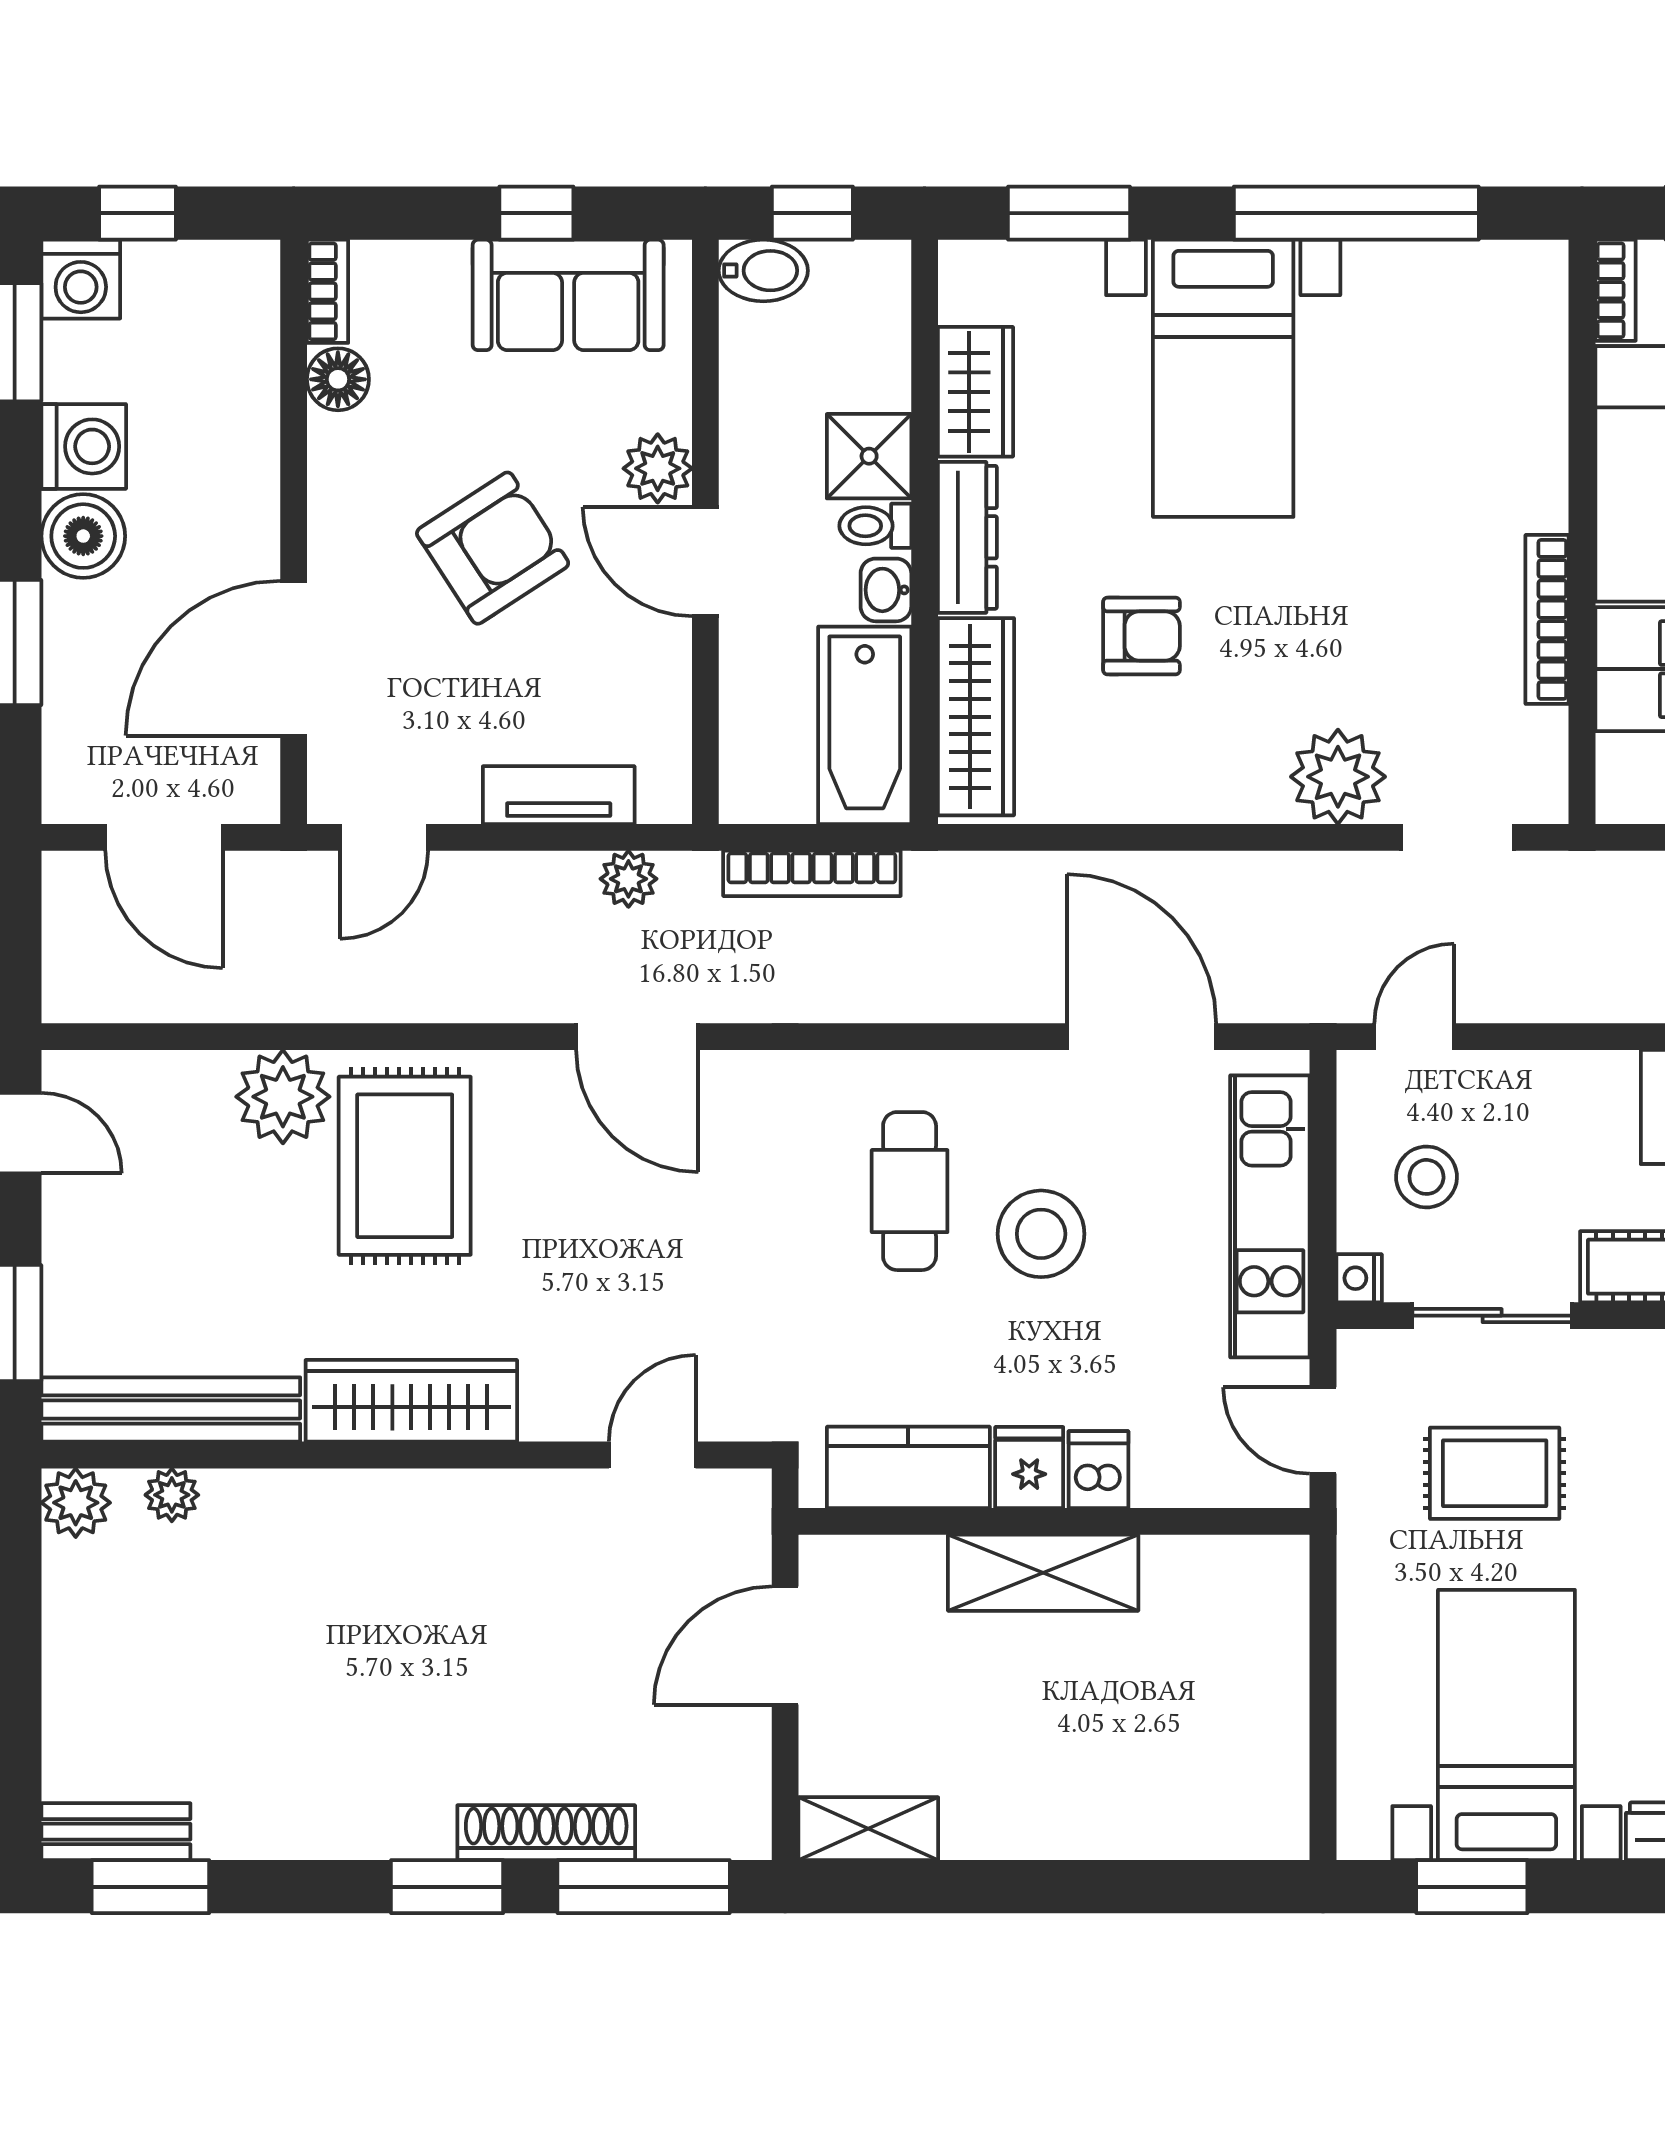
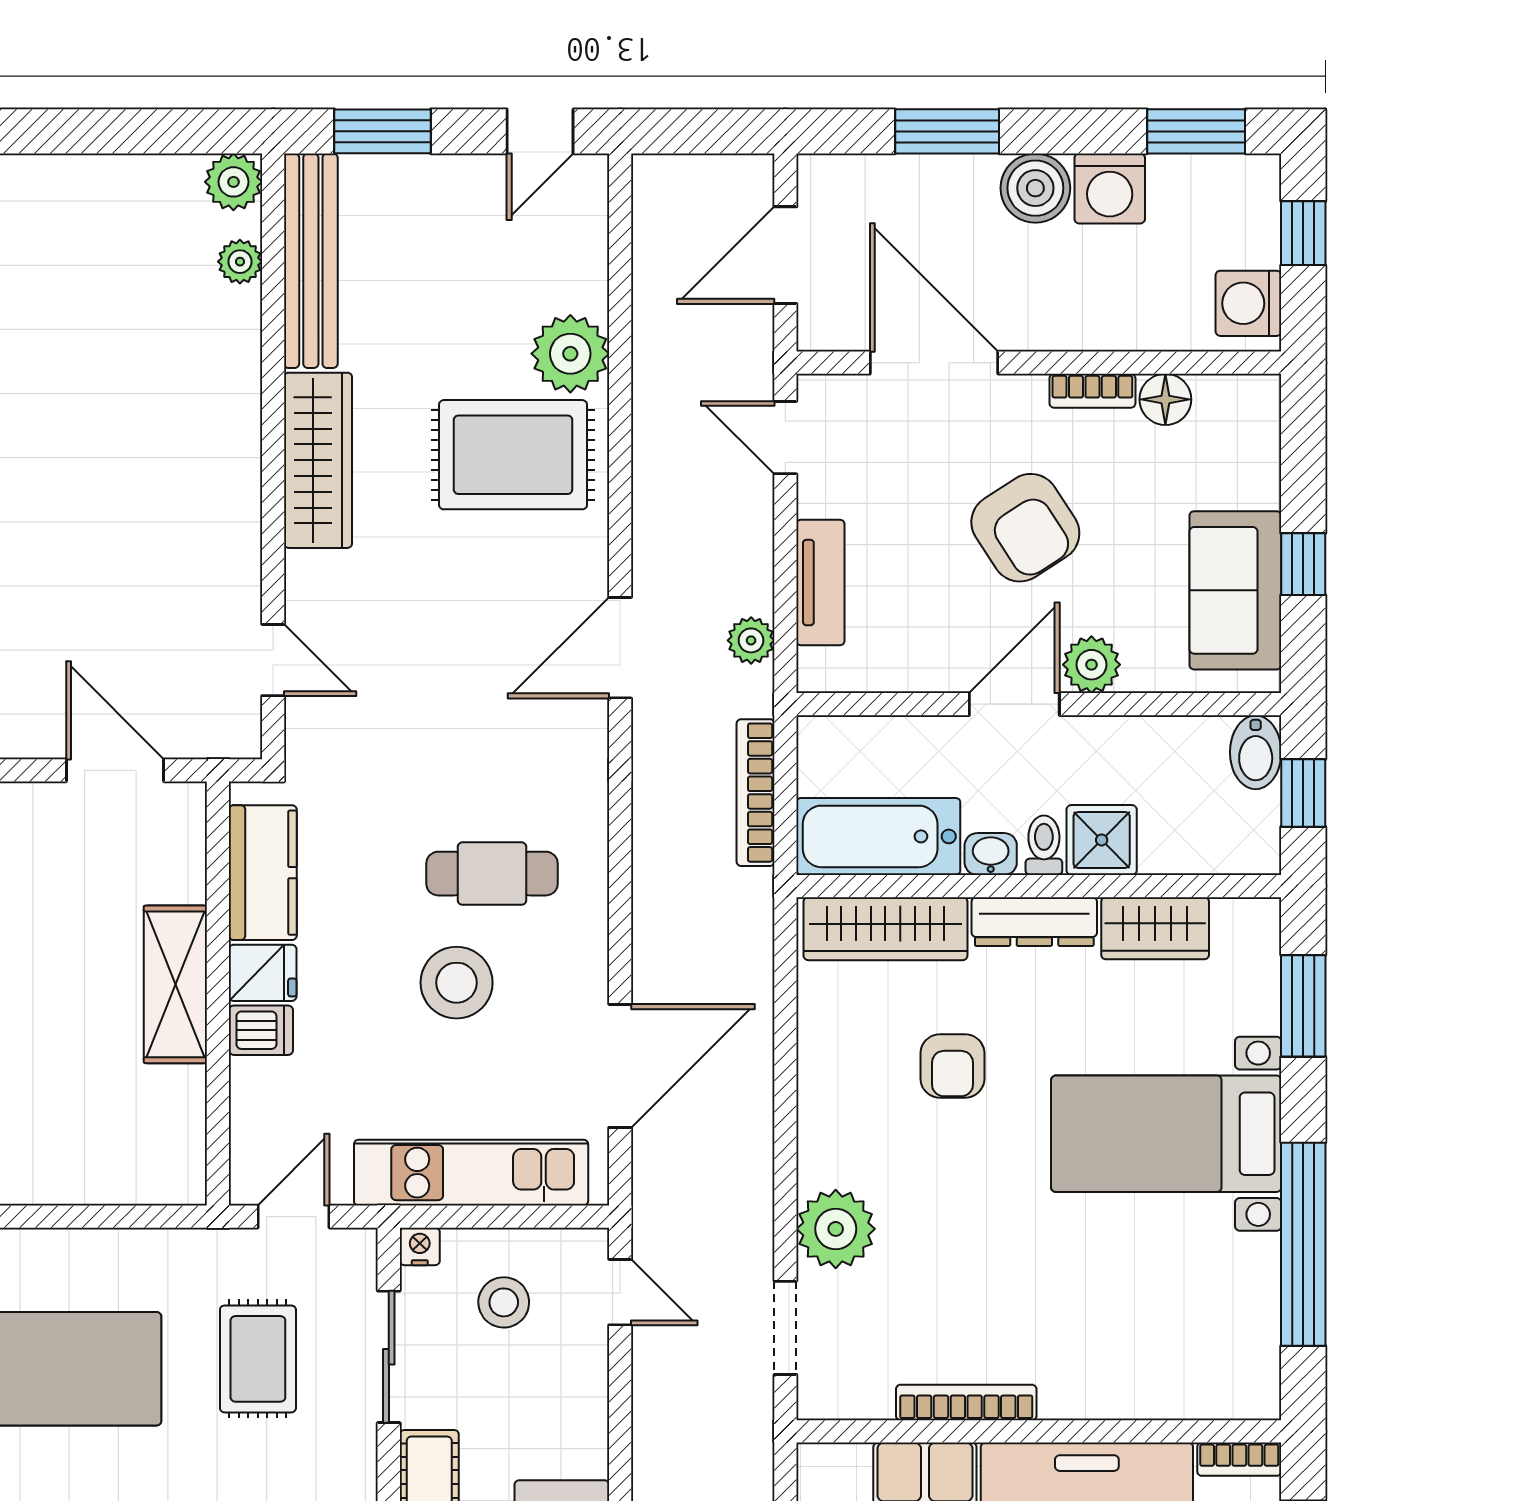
washing machine: (81, 279) -> (1248, 303), moved
bookcase: (328, 291) -> (1092, 391), moved

